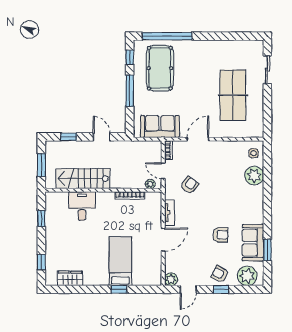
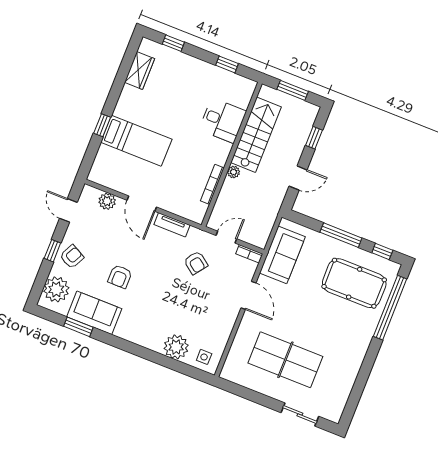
plant: (150, 184) -> (234, 172), moved
plant: (171, 279) -> (107, 201), moved

